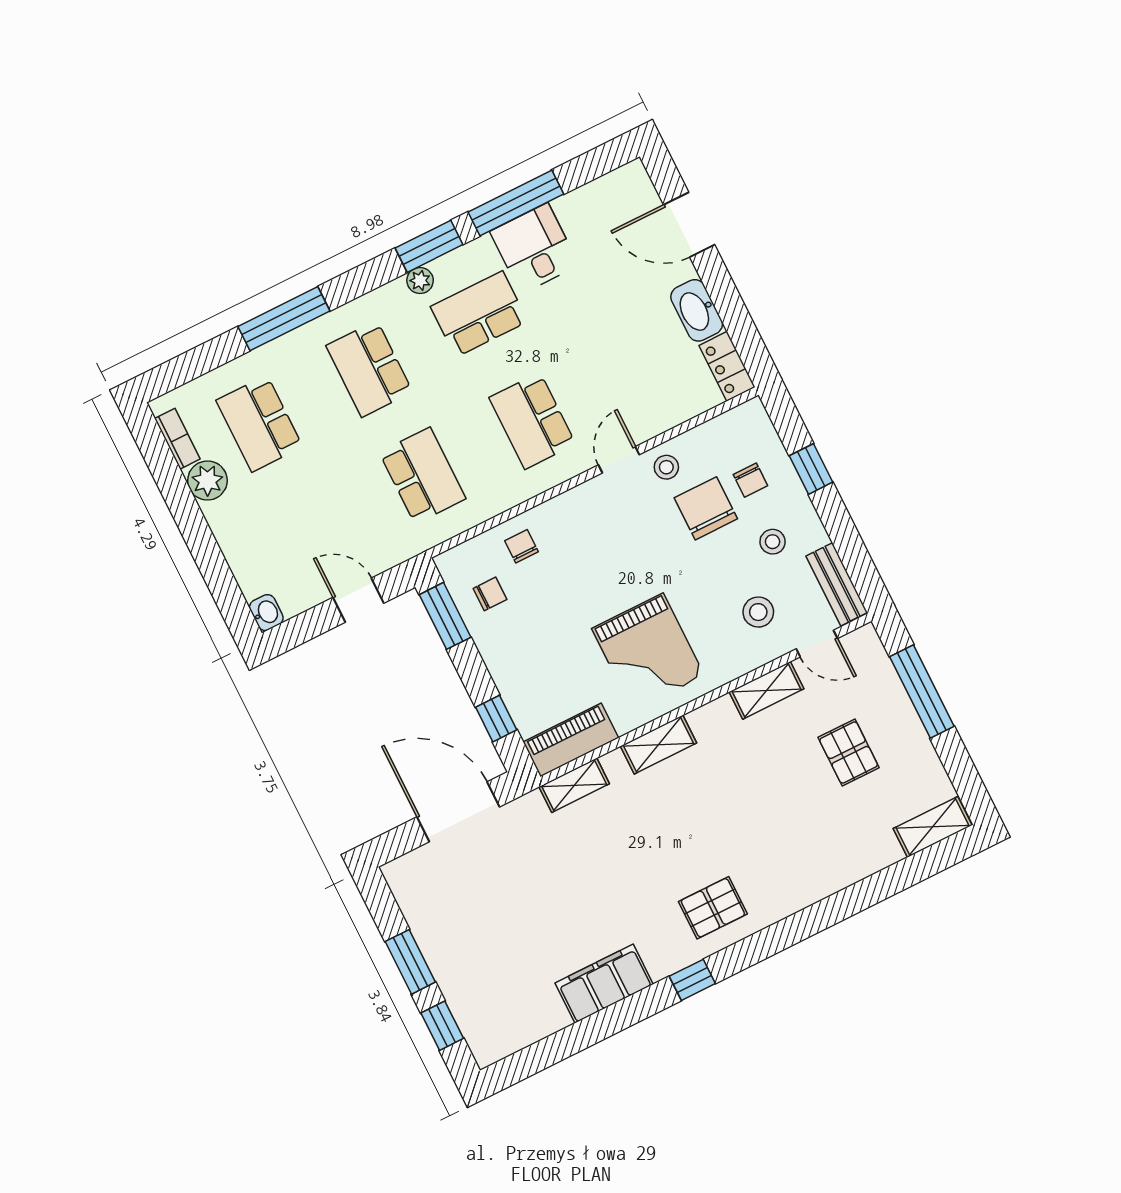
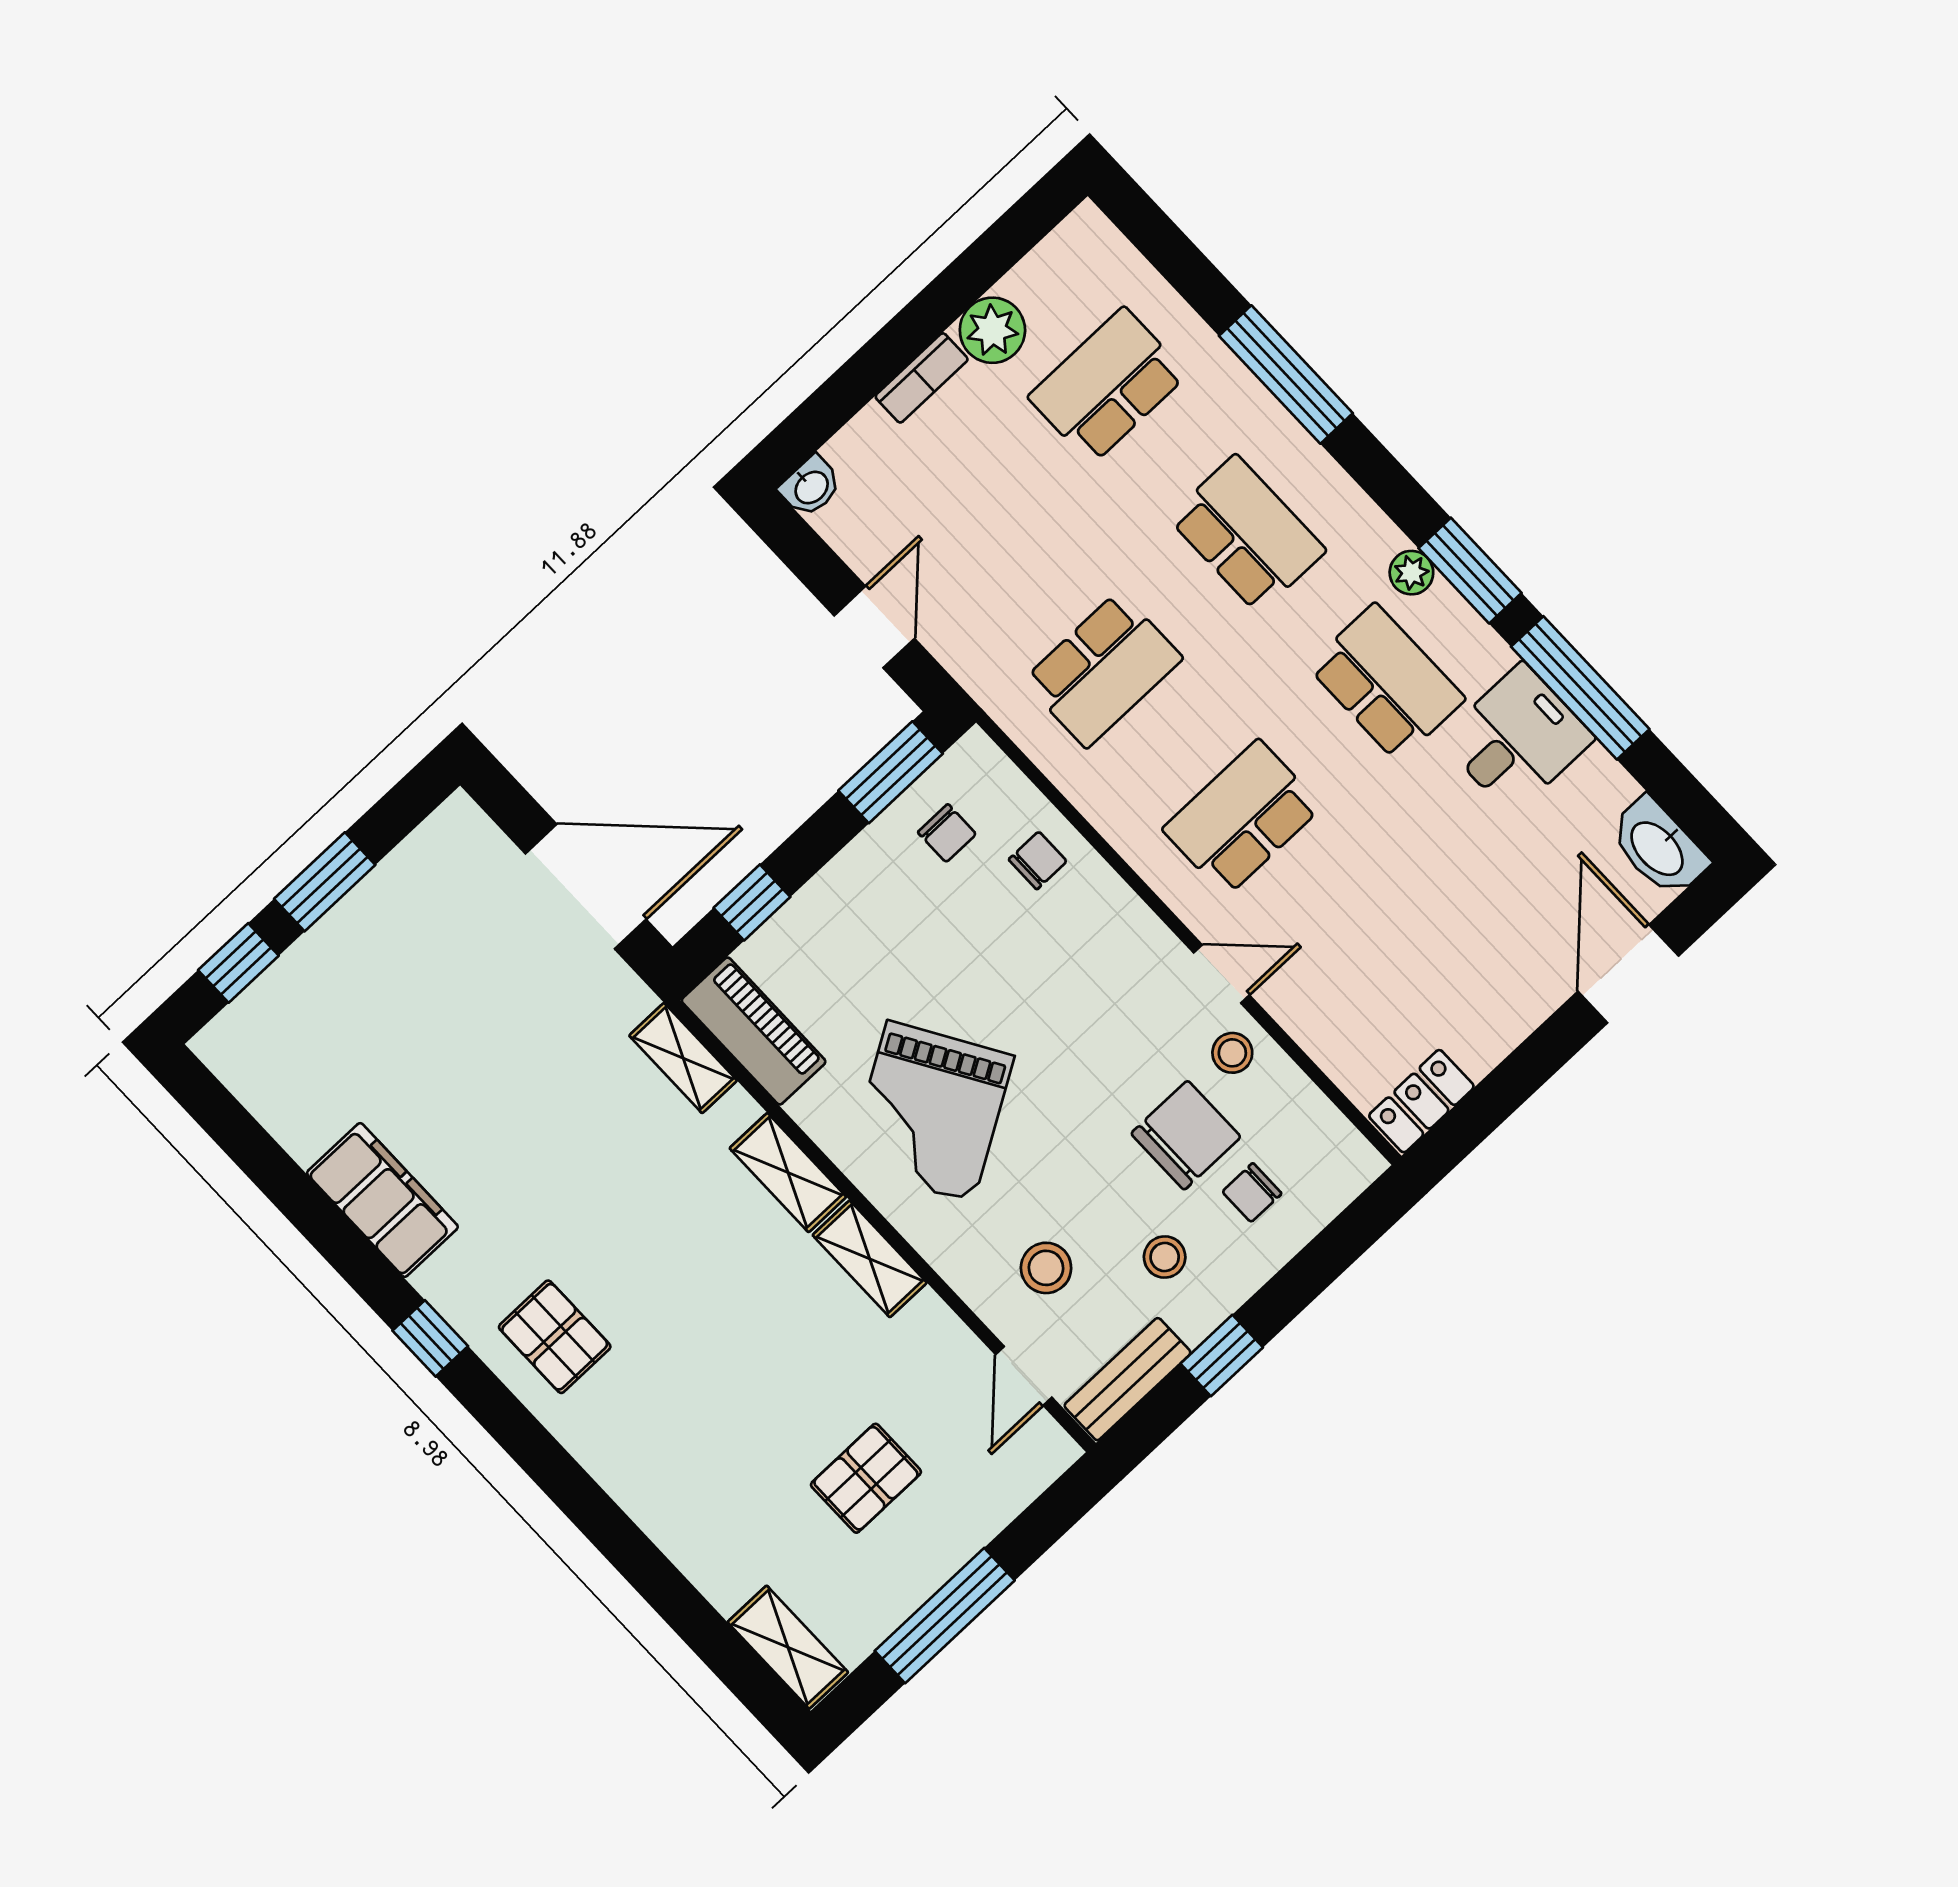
washbasin: (697, 310) -> (1658, 848), moved, turned -90
school desk: (369, 369) -> (1247, 534), turned 90
bookcase: (177, 439) -> (922, 378), moved
window: (811, 469) -> (1222, 1356), moved
grand piano: (648, 652) -> (930, 1111), turned -31
shelving: (766, 690) -> (870, 1259), moved
window: (922, 691) -> (945, 1616), moved
door: (458, 812) -> (586, 887), hinge flipped

